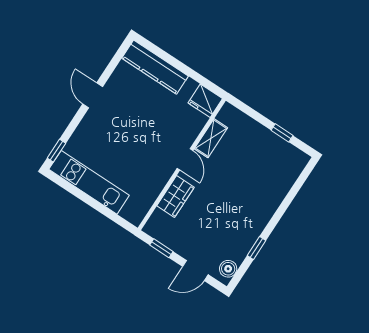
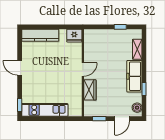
shelving: (211, 138) -> (137, 49), moved
door: (185, 159) -> (83, 69), hinge flipped
freezer: (255, 220) -> (134, 76), added

